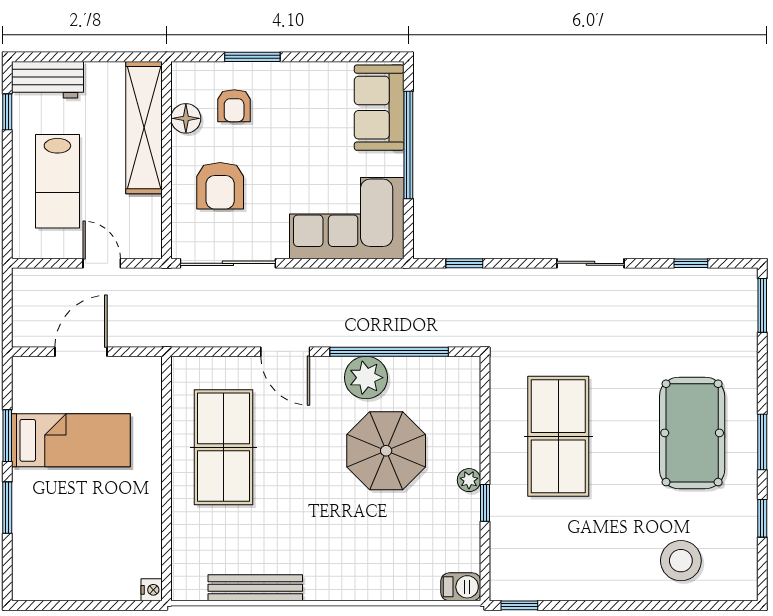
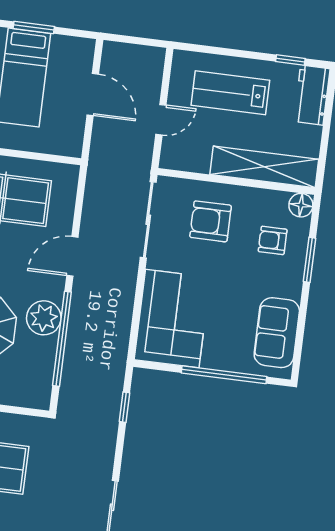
sofa: (379, 108) -> (277, 333), moved, turned -90
floor lamp: (186, 118) -> (301, 205), moved

